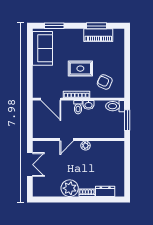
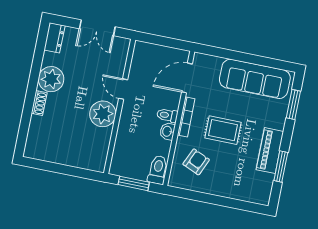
piano: (98, 35) -> (270, 151), moved
sofa: (43, 48) -> (255, 79), width x1.36
rug: (80, 69) -> (223, 130), turned 90
plant: (86, 146) -> (103, 114), width x1.87, depth x1.87
dresser: (105, 191) -> (55, 38), moved

